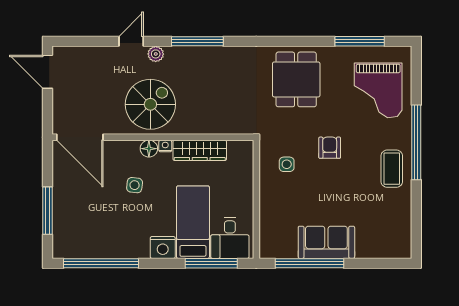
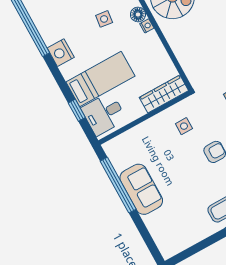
wardrobe: (200, 150) -> (164, 94), moved, turned 90
nightstand: (163, 247) -> (61, 53), moved
window: (211, 263) -> (77, 110), width x0.46

